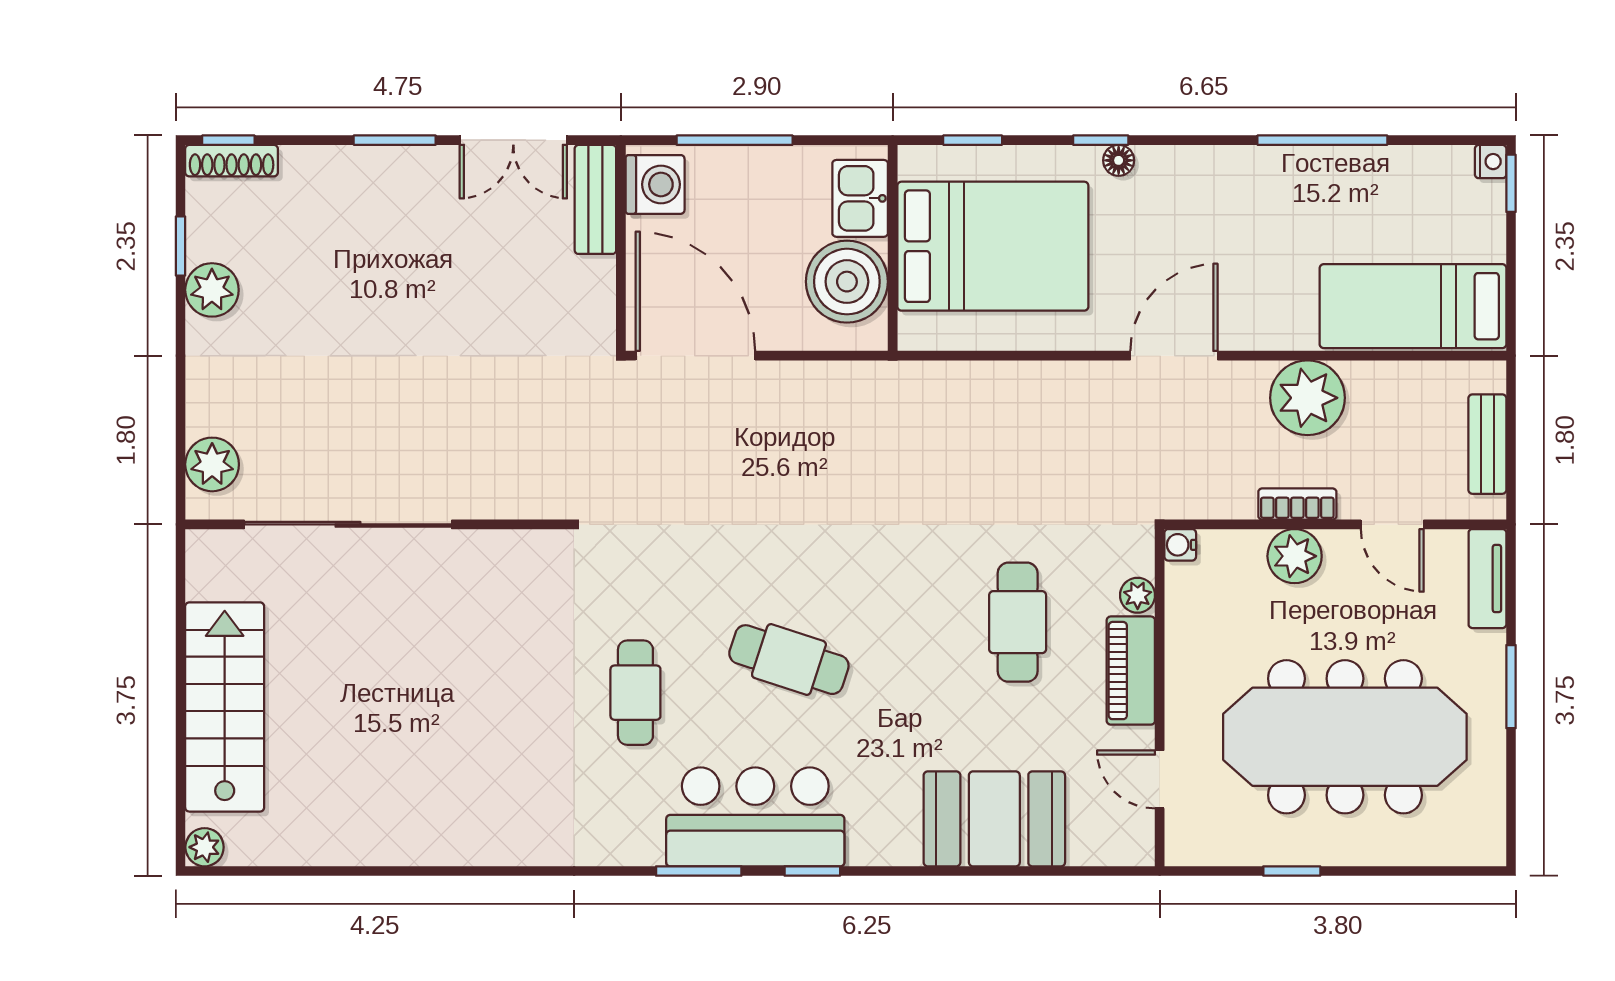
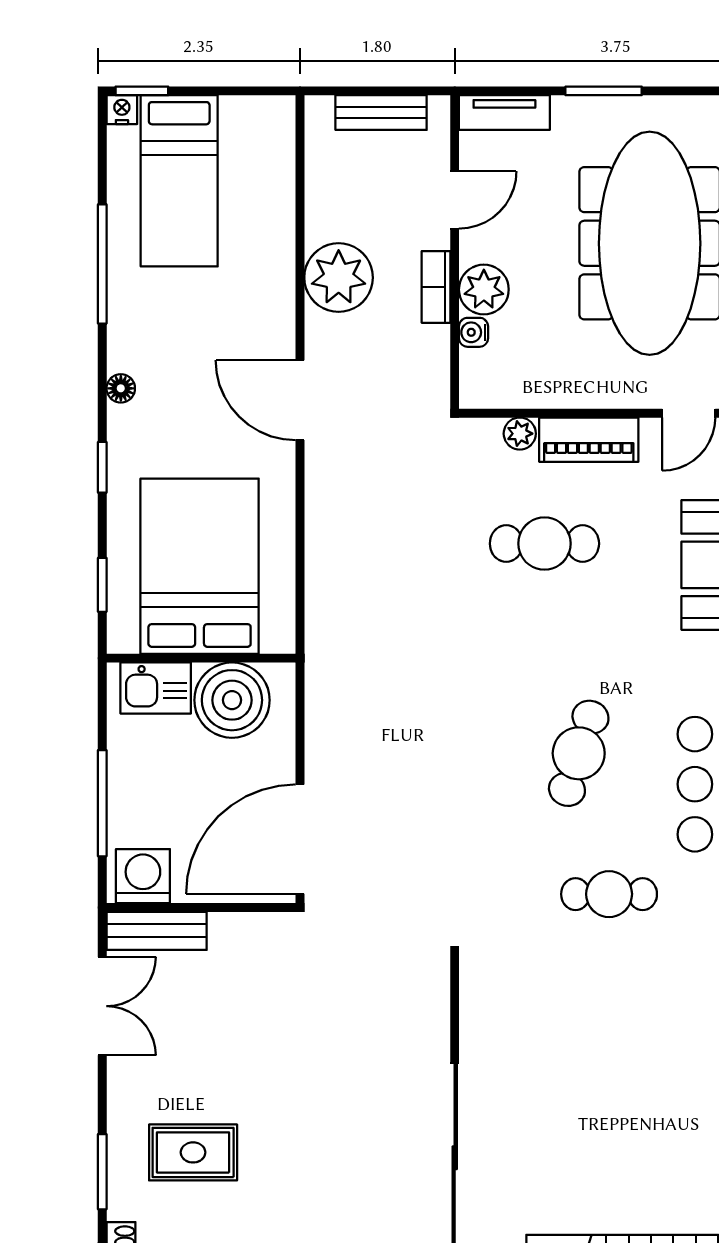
window: (395, 140) -> (102, 1172), moved
floor lamp: (1119, 160) -> (121, 388), moved
rug: (354, 239) -> (193, 1152), added
bed: (1413, 306) -> (179, 181), moved
water cooler: (1180, 545) -> (474, 332), moved, turned 90

